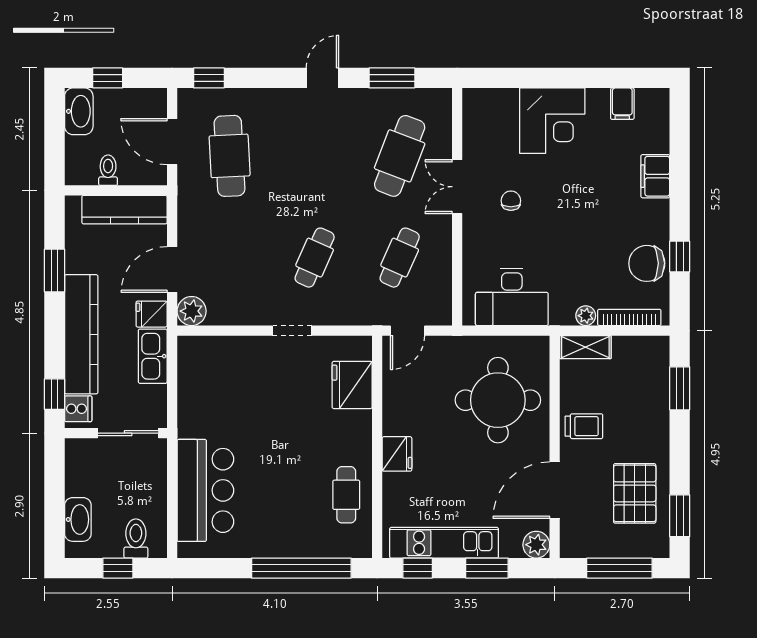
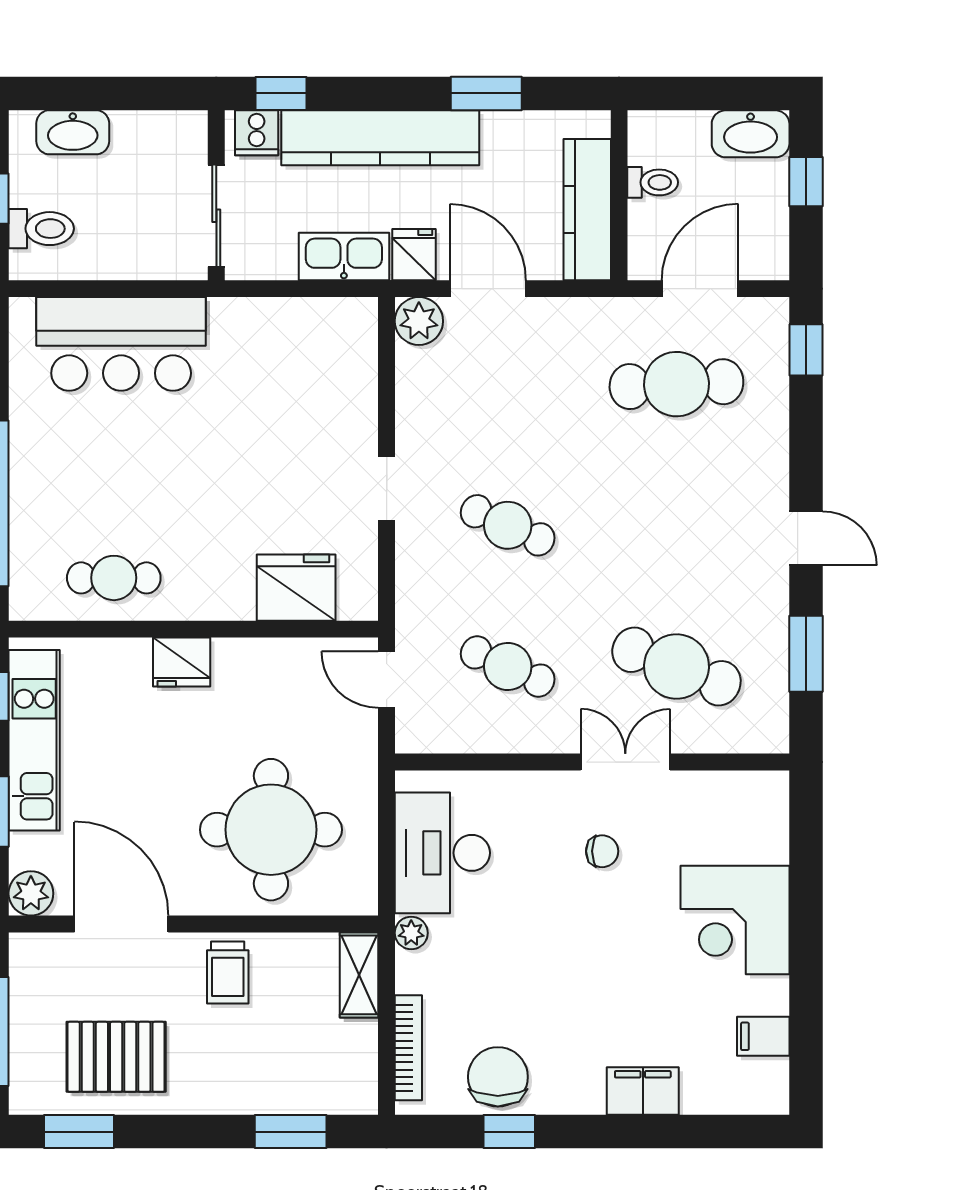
plant: (586, 316) -> (411, 933), moved

